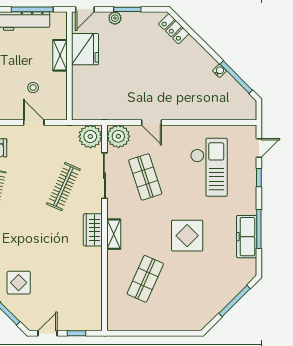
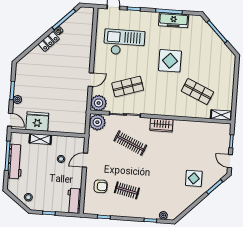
locker: (174, 29) -> (49, 41), moved
shelving: (114, 234) -> (221, 115), moved

